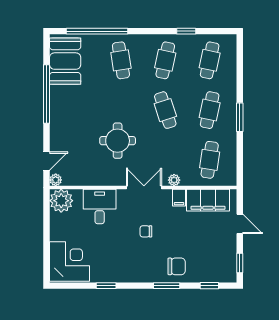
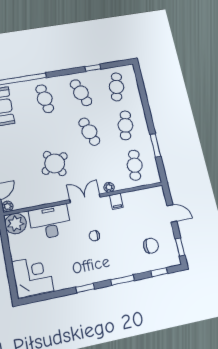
cafe table: (165, 60) -> (81, 93), turned -33
window: (240, 117) -> (155, 145), moved
round table: (118, 141) -> (55, 163), turned -30
filing cabinet: (208, 200) -> (141, 199), removed
desk: (100, 206) -> (50, 222), width x1.37
chair: (177, 266) -> (151, 246), moved
window: (106, 286) -> (85, 288), moved

